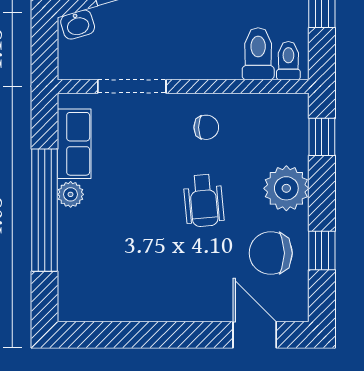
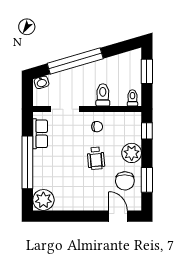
toilet: (258, 54) -> (103, 95), moved
plant: (71, 194) -> (43, 200), moved, width x1.87, depth x1.87
window: (322, 251) -> (147, 180), width x1.50
chair: (271, 253) -> (125, 181), turned -89

